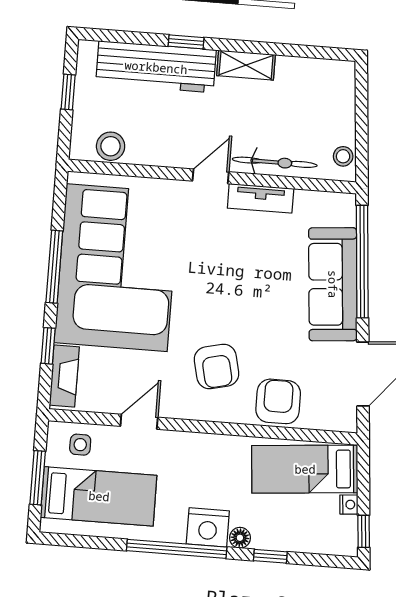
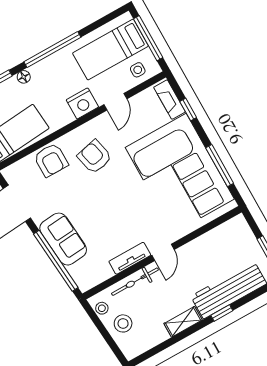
stool: (111, 146) -> (123, 323), moved
window: (54, 267) -> (220, 166), moved
sofa: (333, 284) -> (63, 239), width x0.73
window: (38, 478) -> (148, 38), width x1.44
nightstand: (208, 527) -> (82, 103), moved, turned 180

